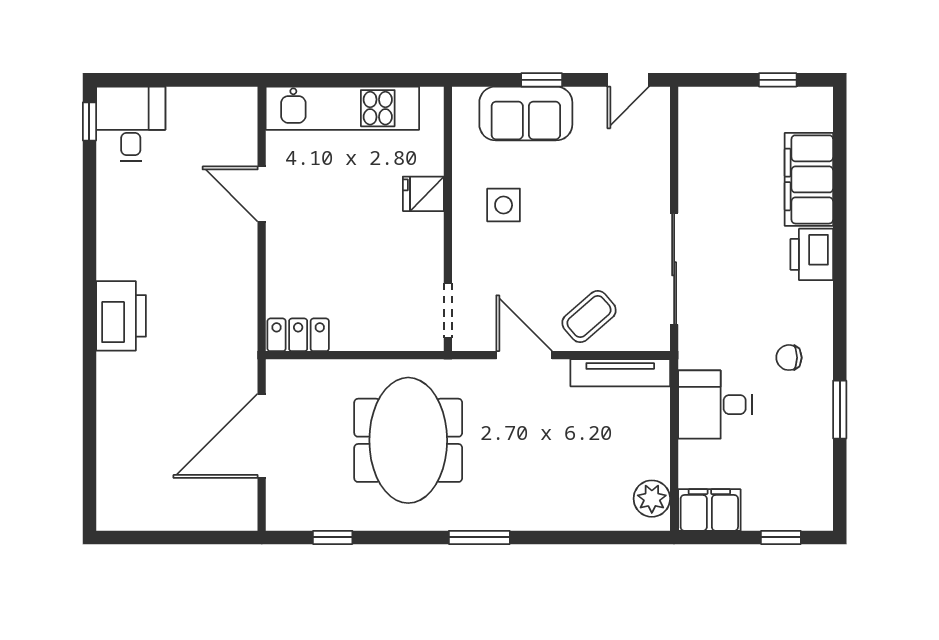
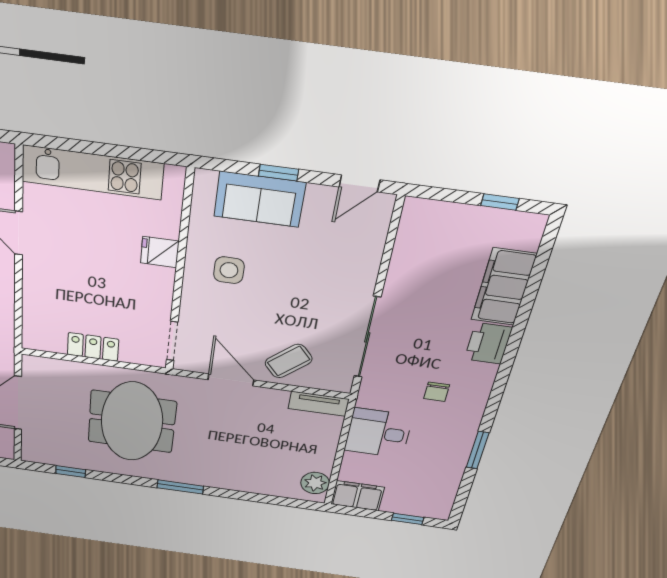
locker: (298, 335) -> (93, 347), moved
chair: (789, 358) -> (437, 392), moved, turned -90
tv unit: (620, 373) -> (318, 404), width x0.71

